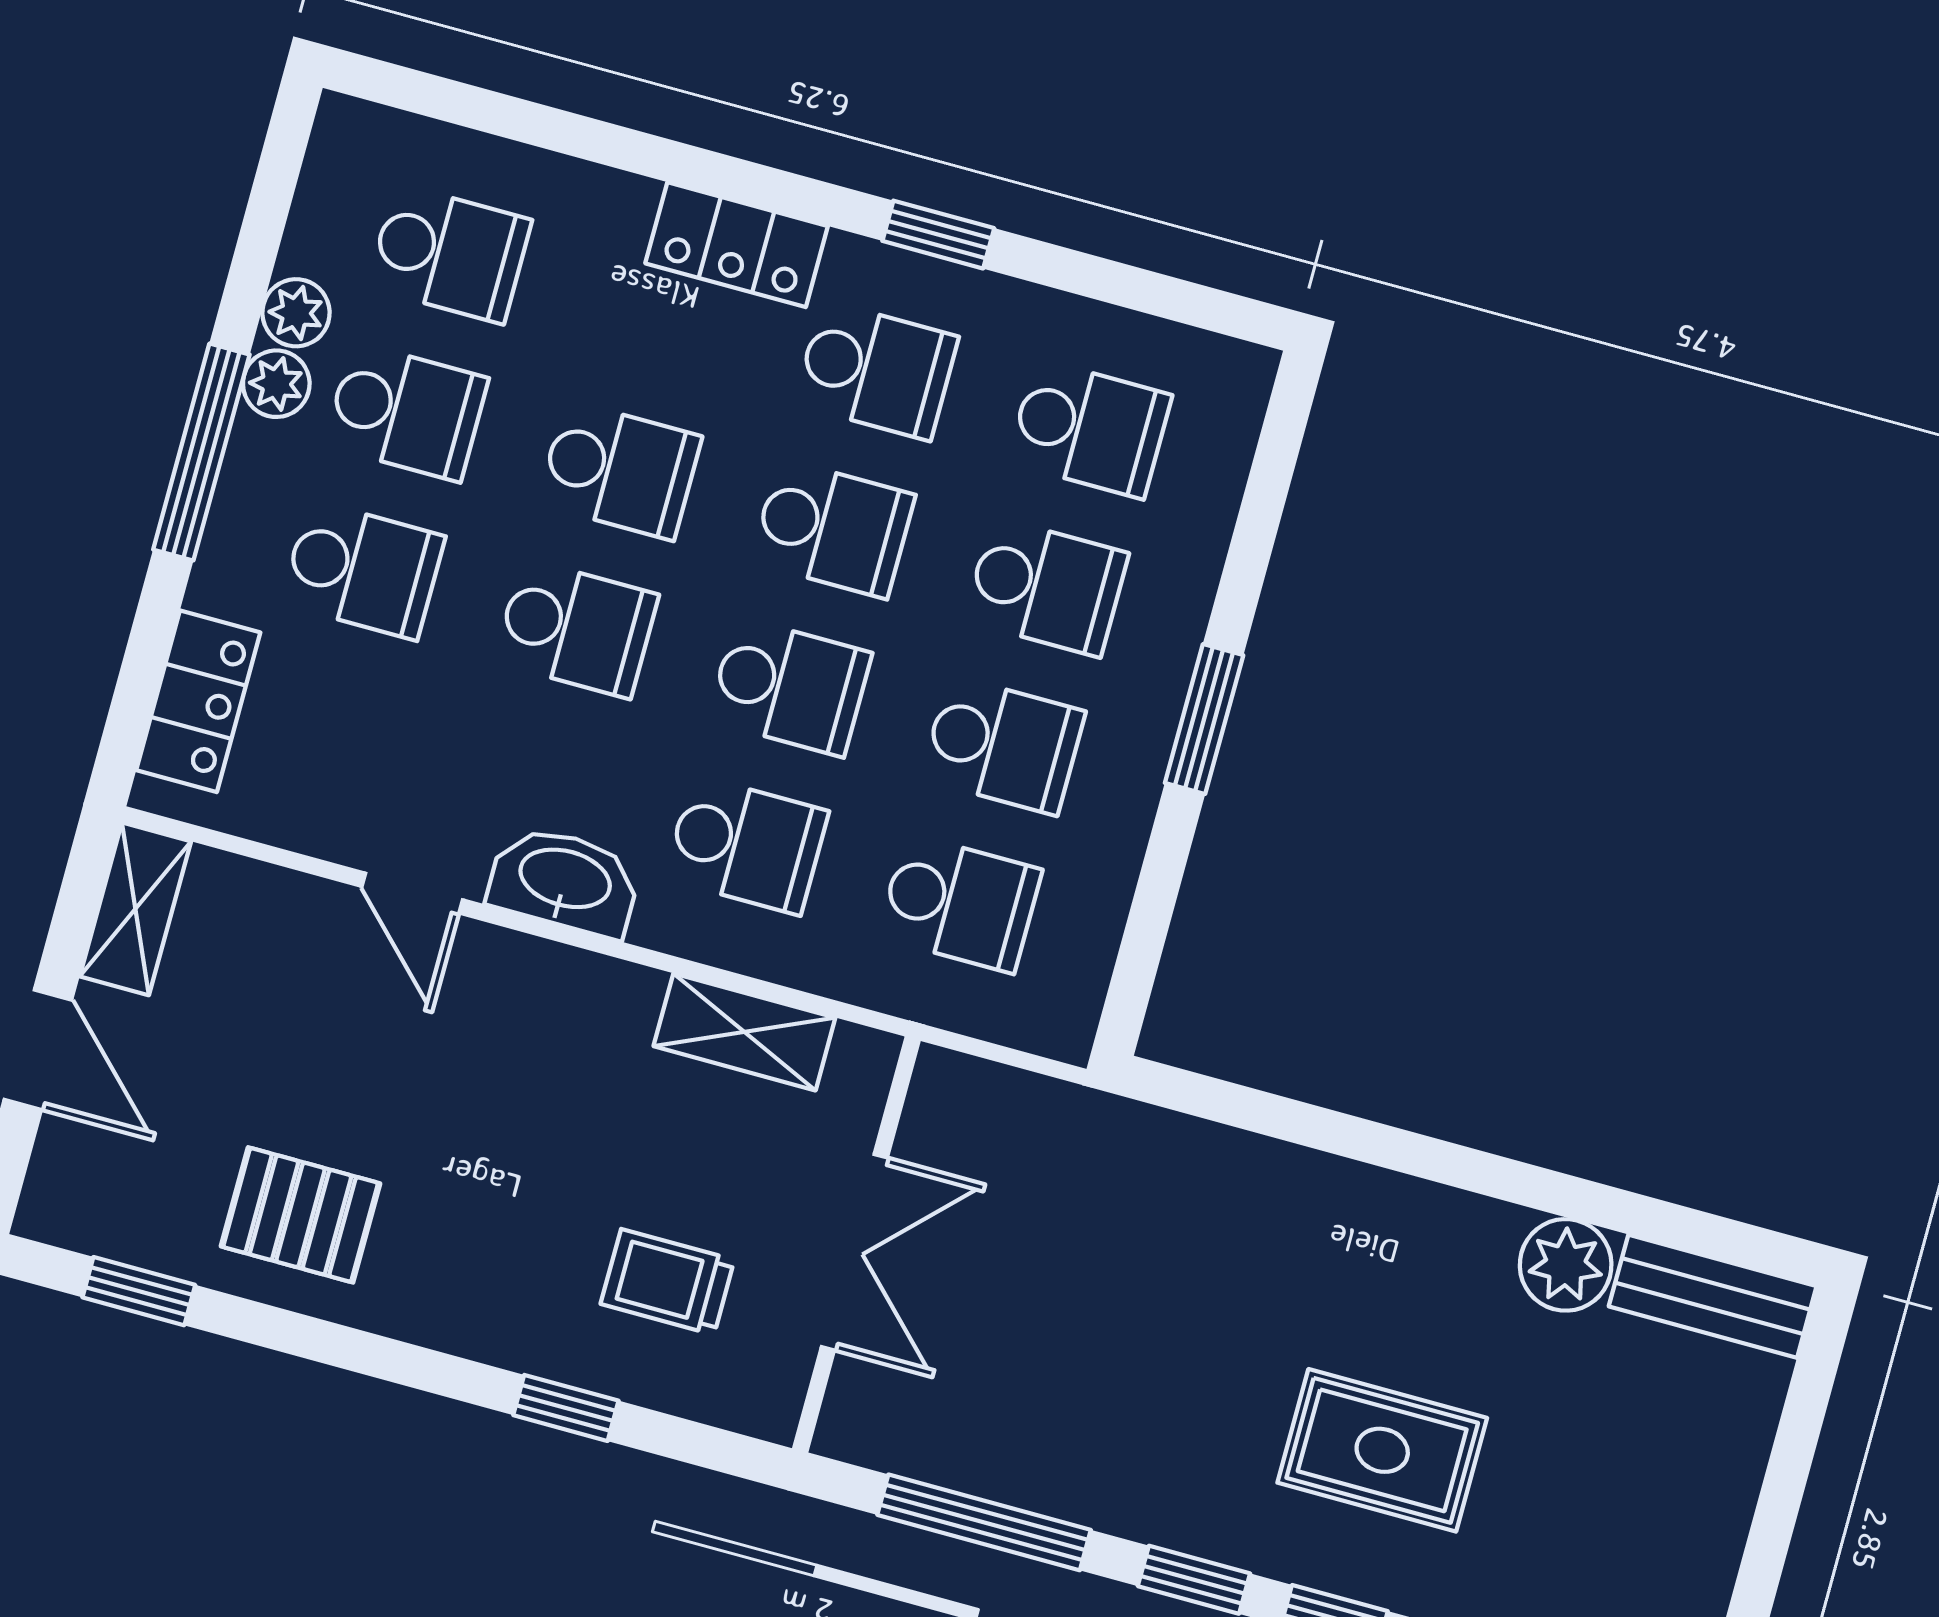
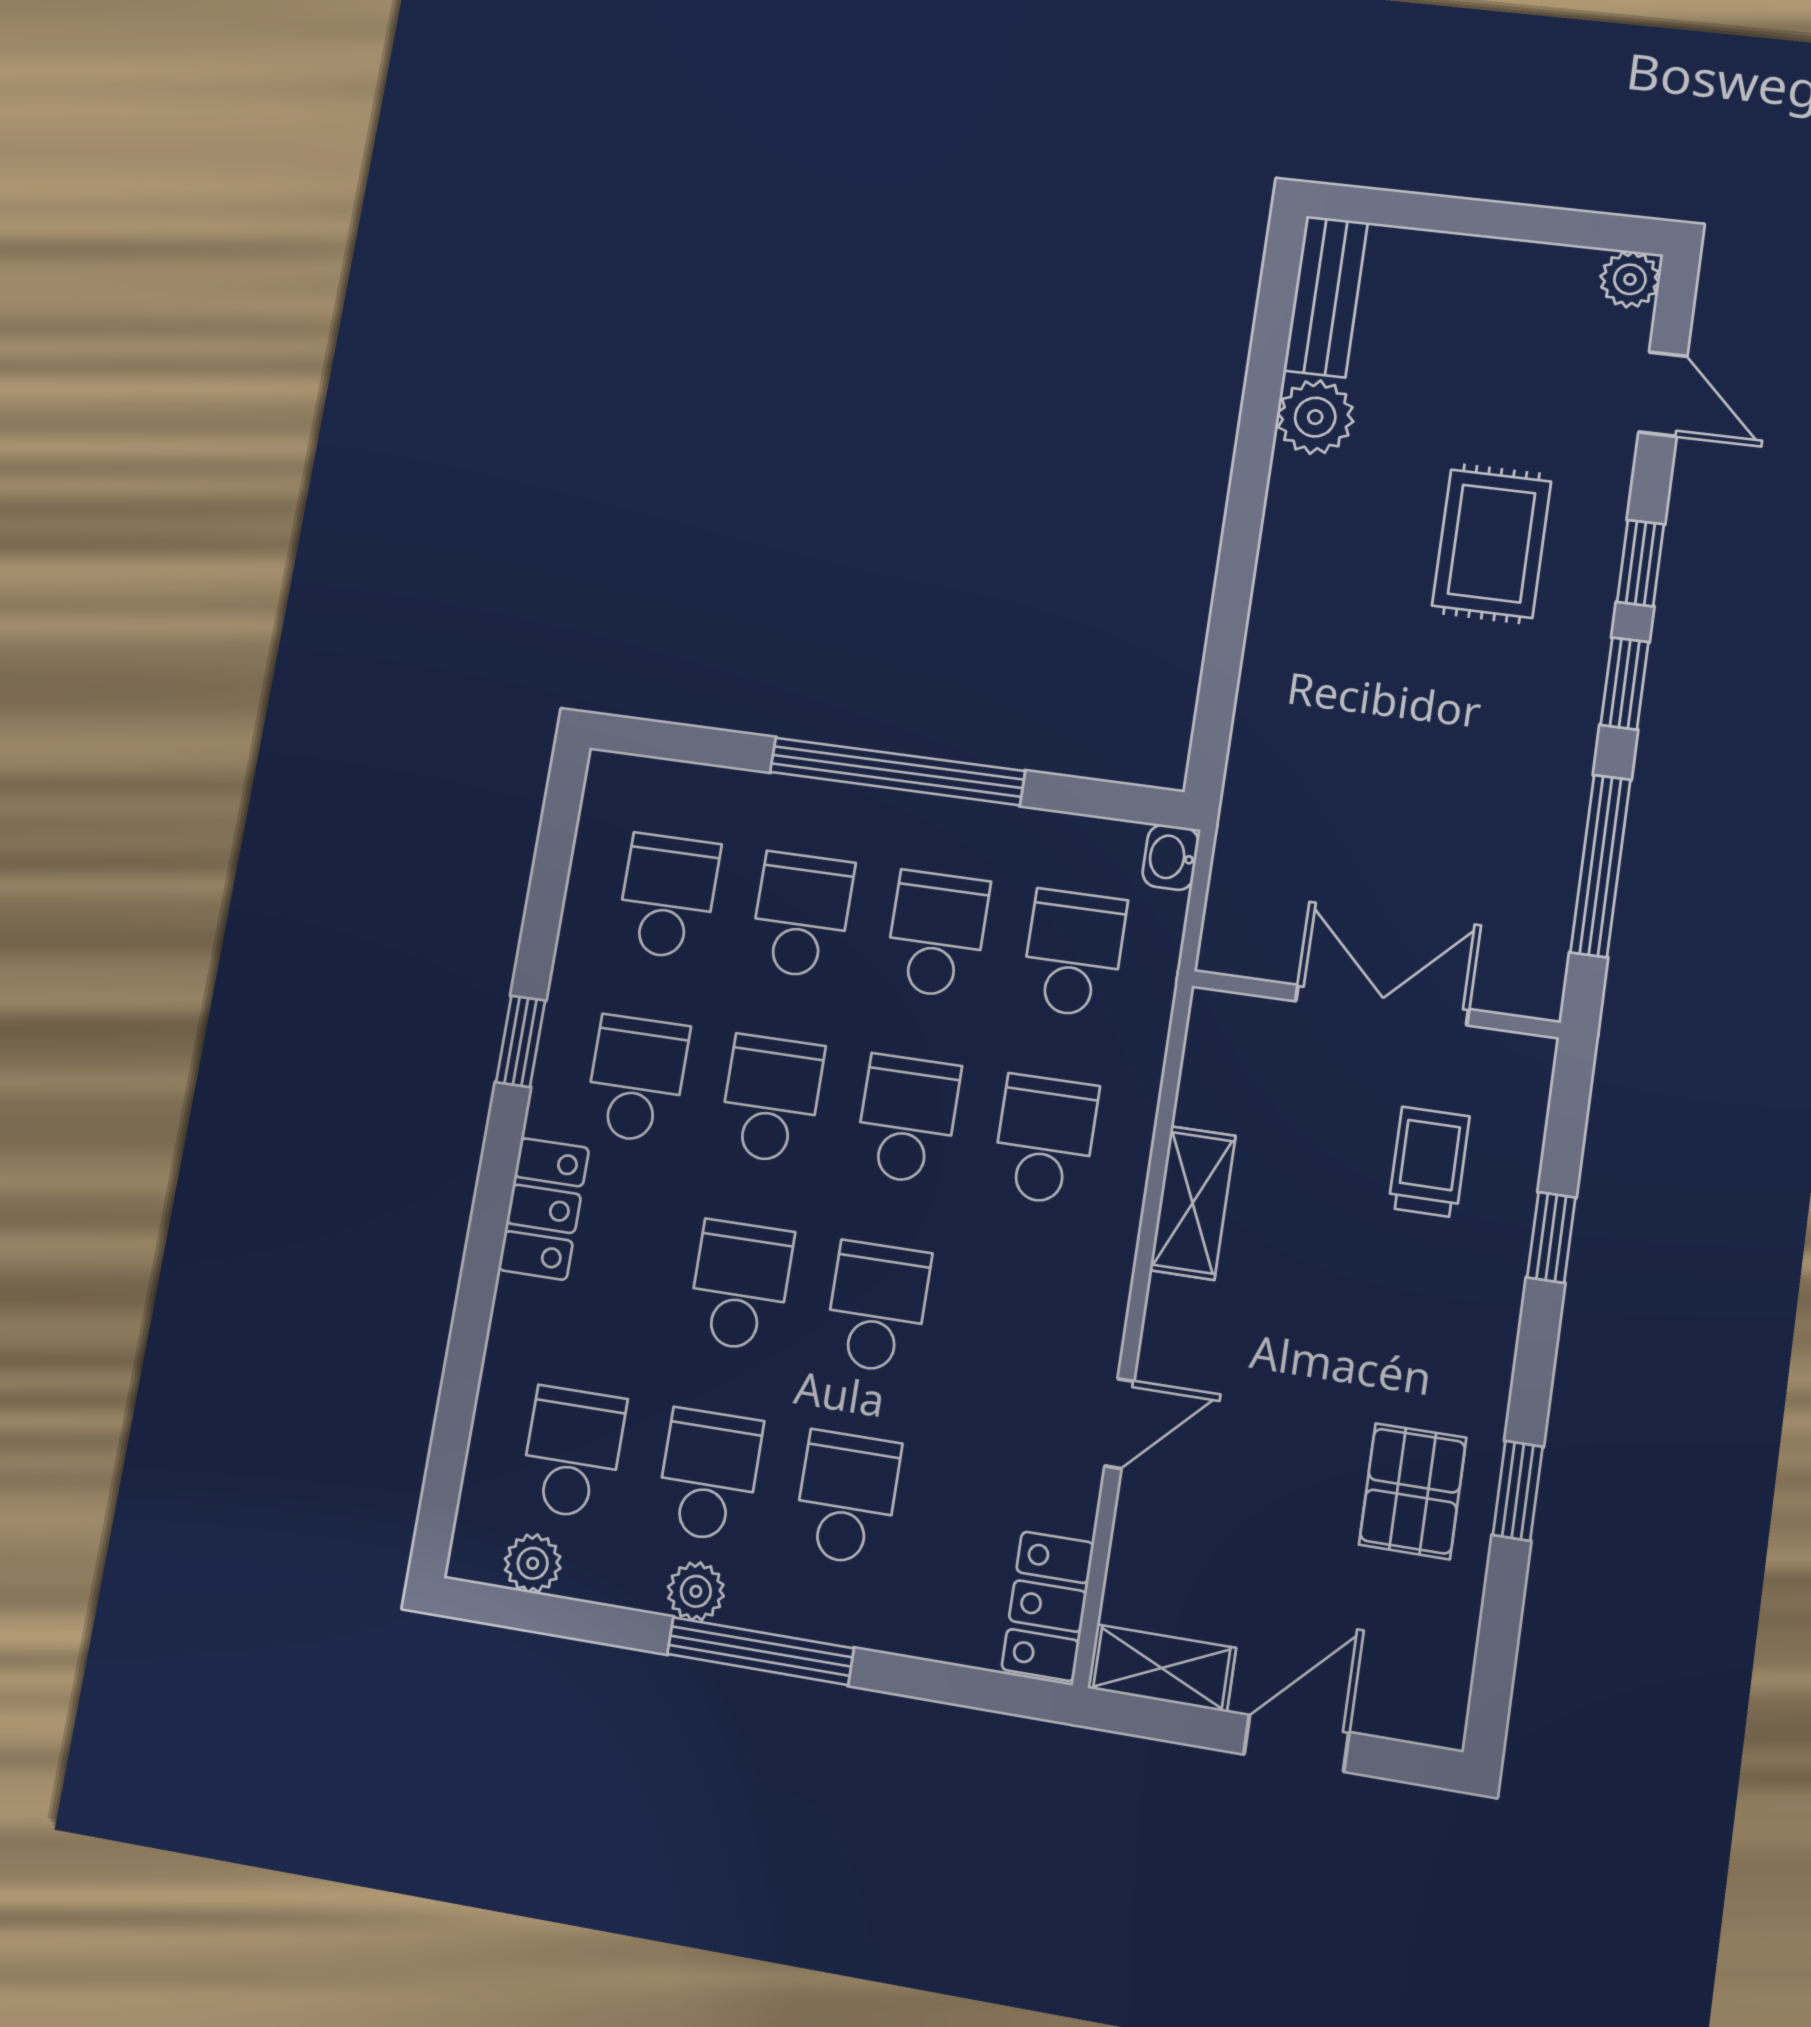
plant: (296, 313) -> (533, 1563), moved
locker: (198, 701) -> (1048, 1606), moved, turned -90
window: (1204, 719) -> (897, 771), width x2.11
washbasin: (564, 881) -> (1171, 857), moved, width x0.52, depth x0.69
shelving: (744, 1032) -> (1193, 1203), moved
trolley: (668, 1282) -> (1429, 1162), turned 180
window: (139, 1291) -> (1518, 1491), moved

